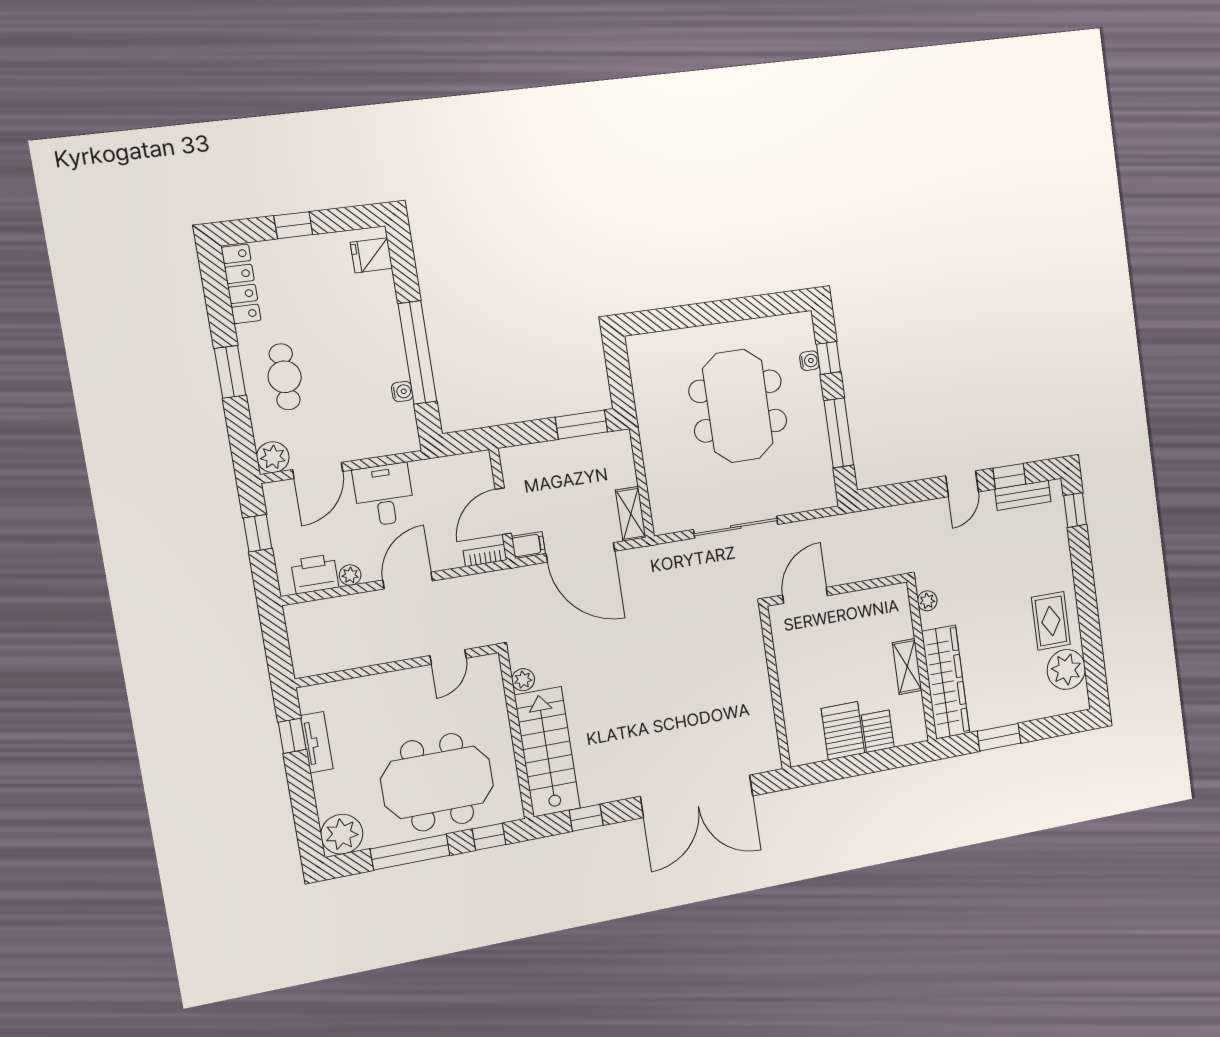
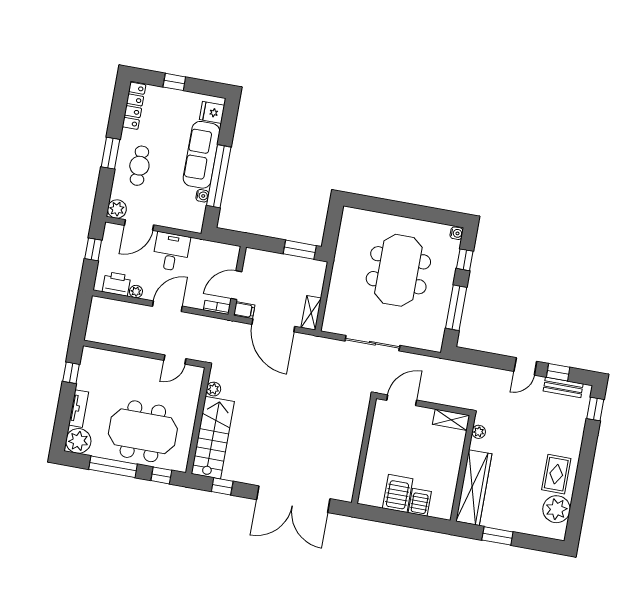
sofa: (378, 328) -> (201, 155), added
water cooler: (809, 361) -> (457, 233), moved
shelving: (907, 667) -> (451, 420), moved, turned 90
tv unit: (317, 742) -> (79, 409), moved

